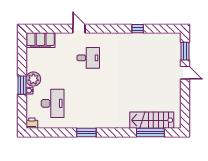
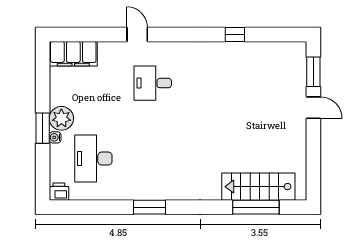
desk: (88, 58) -> (153, 83), turned 180
desk: (53, 103) -> (93, 159), turned 180

